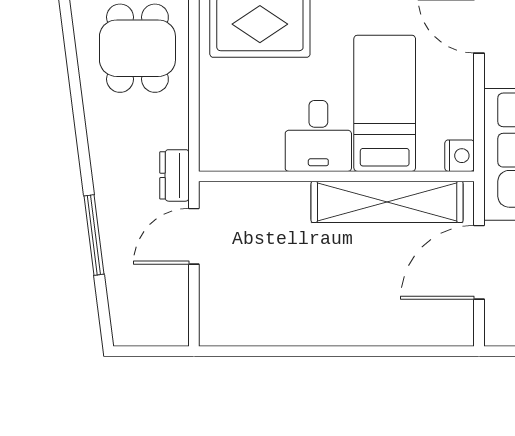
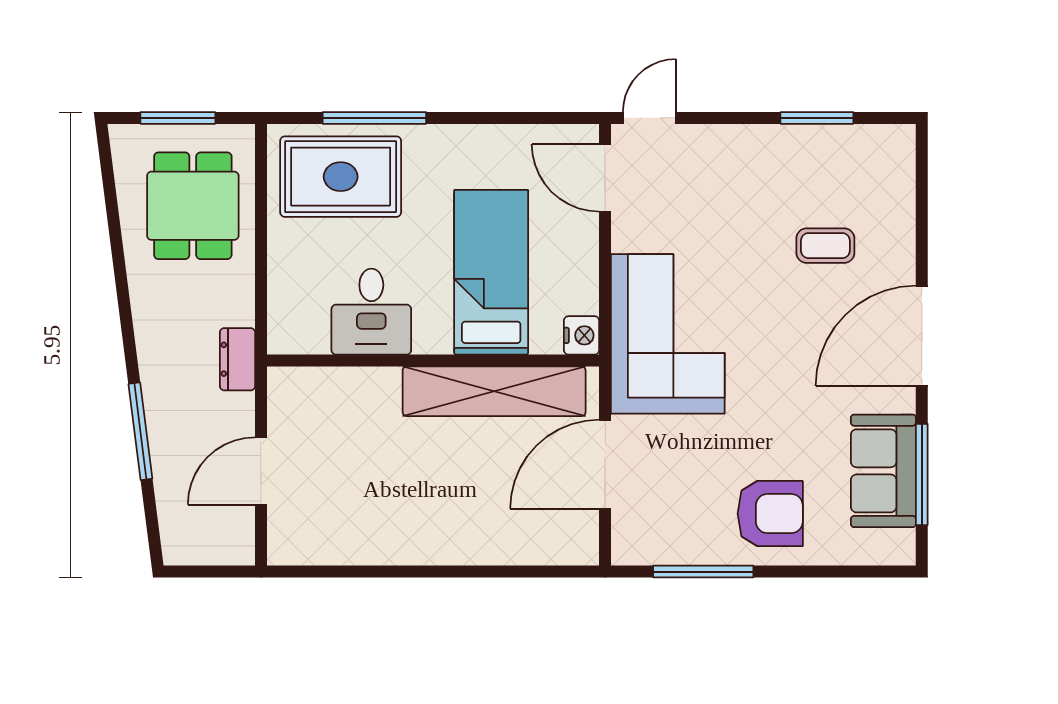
desk: (318, 136) -> (371, 312), moved
door: (194, 236) -> (261, 471), moved

